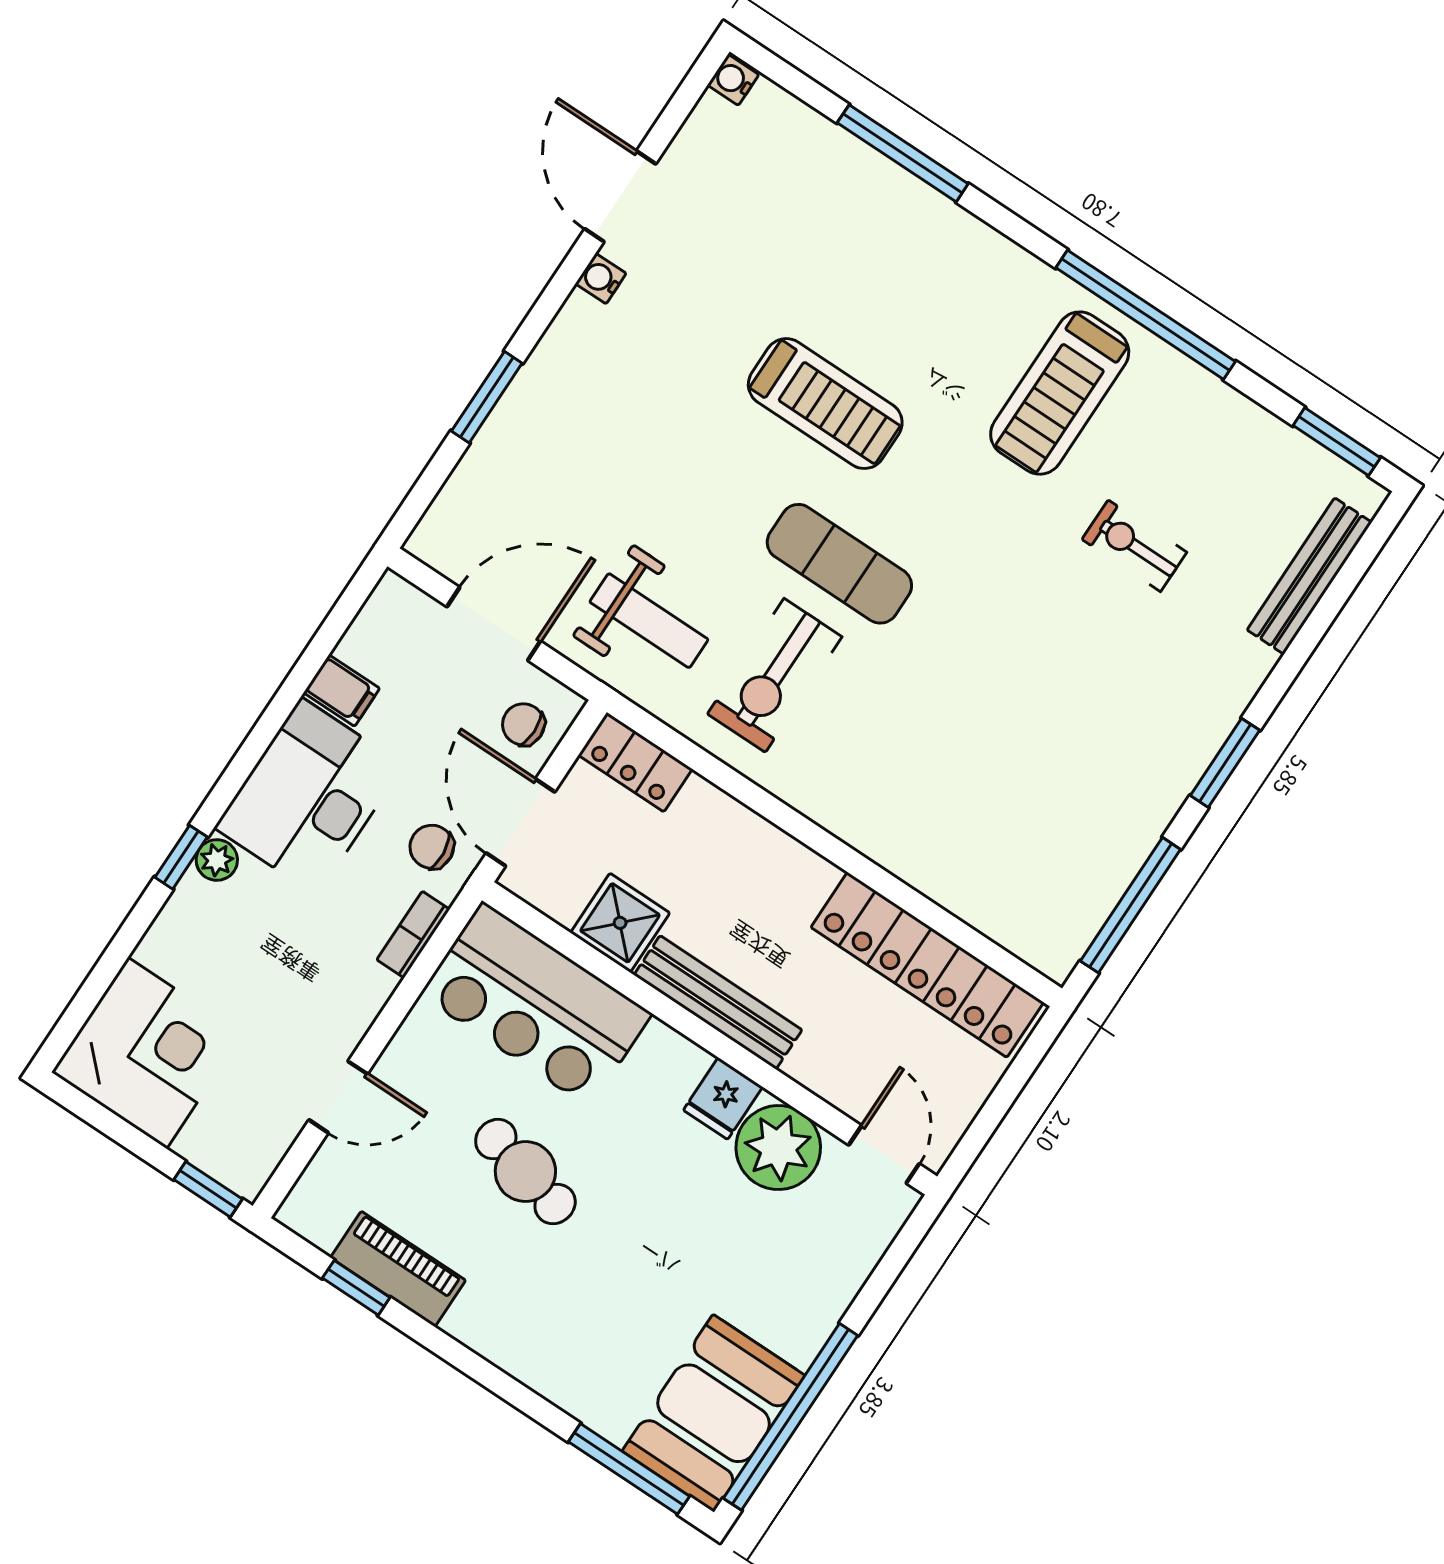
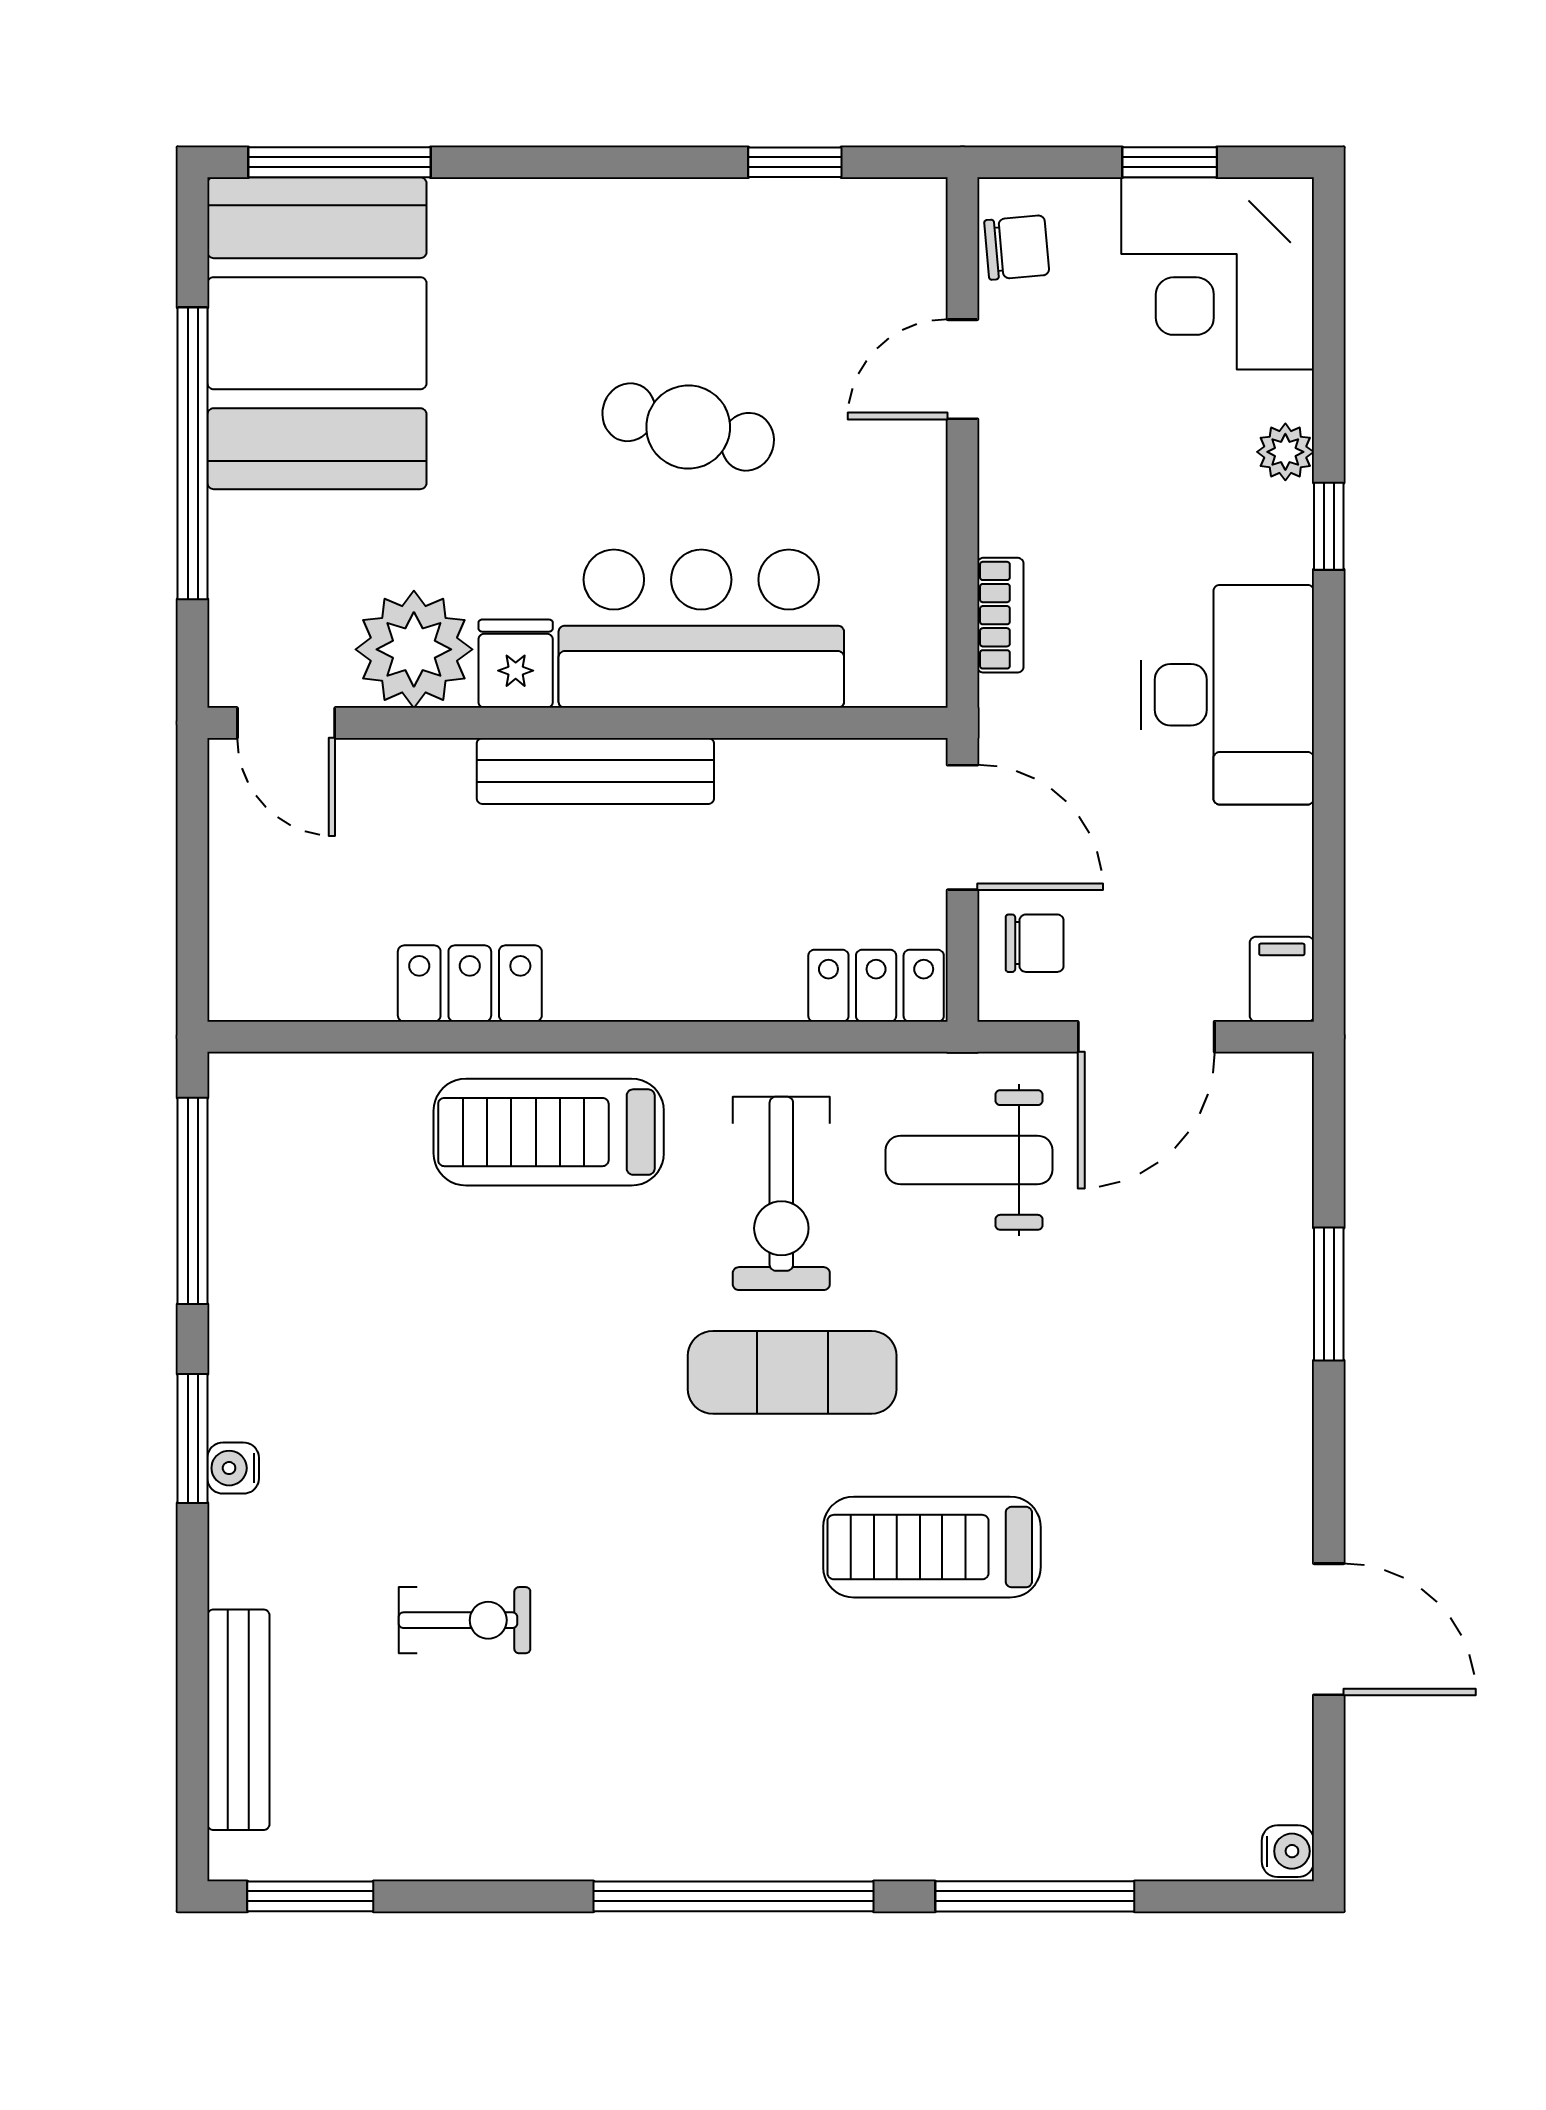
water cooler: (601, 278) -> (233, 1468), moved, turned 180
window: (1146, 315) -> (734, 1896), moved
treadmill: (1060, 393) -> (549, 1132), moved, turned -90
exercise bike: (775, 675) -> (781, 1193), turned 180
filing cabinet: (342, 691) -> (1282, 979), moved, turned 90
chair: (432, 847) -> (1017, 248), moved
plant: (217, 860) -> (1285, 452), moved
shower: (620, 923) -> (770, 788), removed
locker: (927, 965) -> (470, 984), width x0.46, depth x0.83
bar counter: (536, 1004) -> (701, 629), moved
window: (208, 1189) -> (1170, 162), moved
piano: (398, 1269) -> (761, 216), removed
booth: (714, 1413) -> (317, 333), width x1.36, depth x1.42
window: (790, 1417) -> (193, 453), moved

